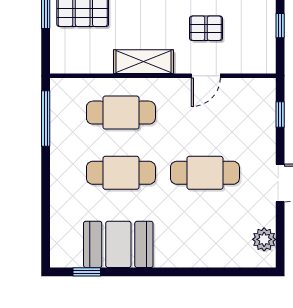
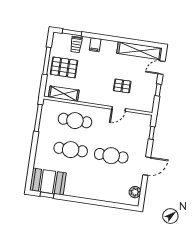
shelving: (143, 62) -> (64, 94), moved
booth: (118, 244) -> (48, 182), moved

